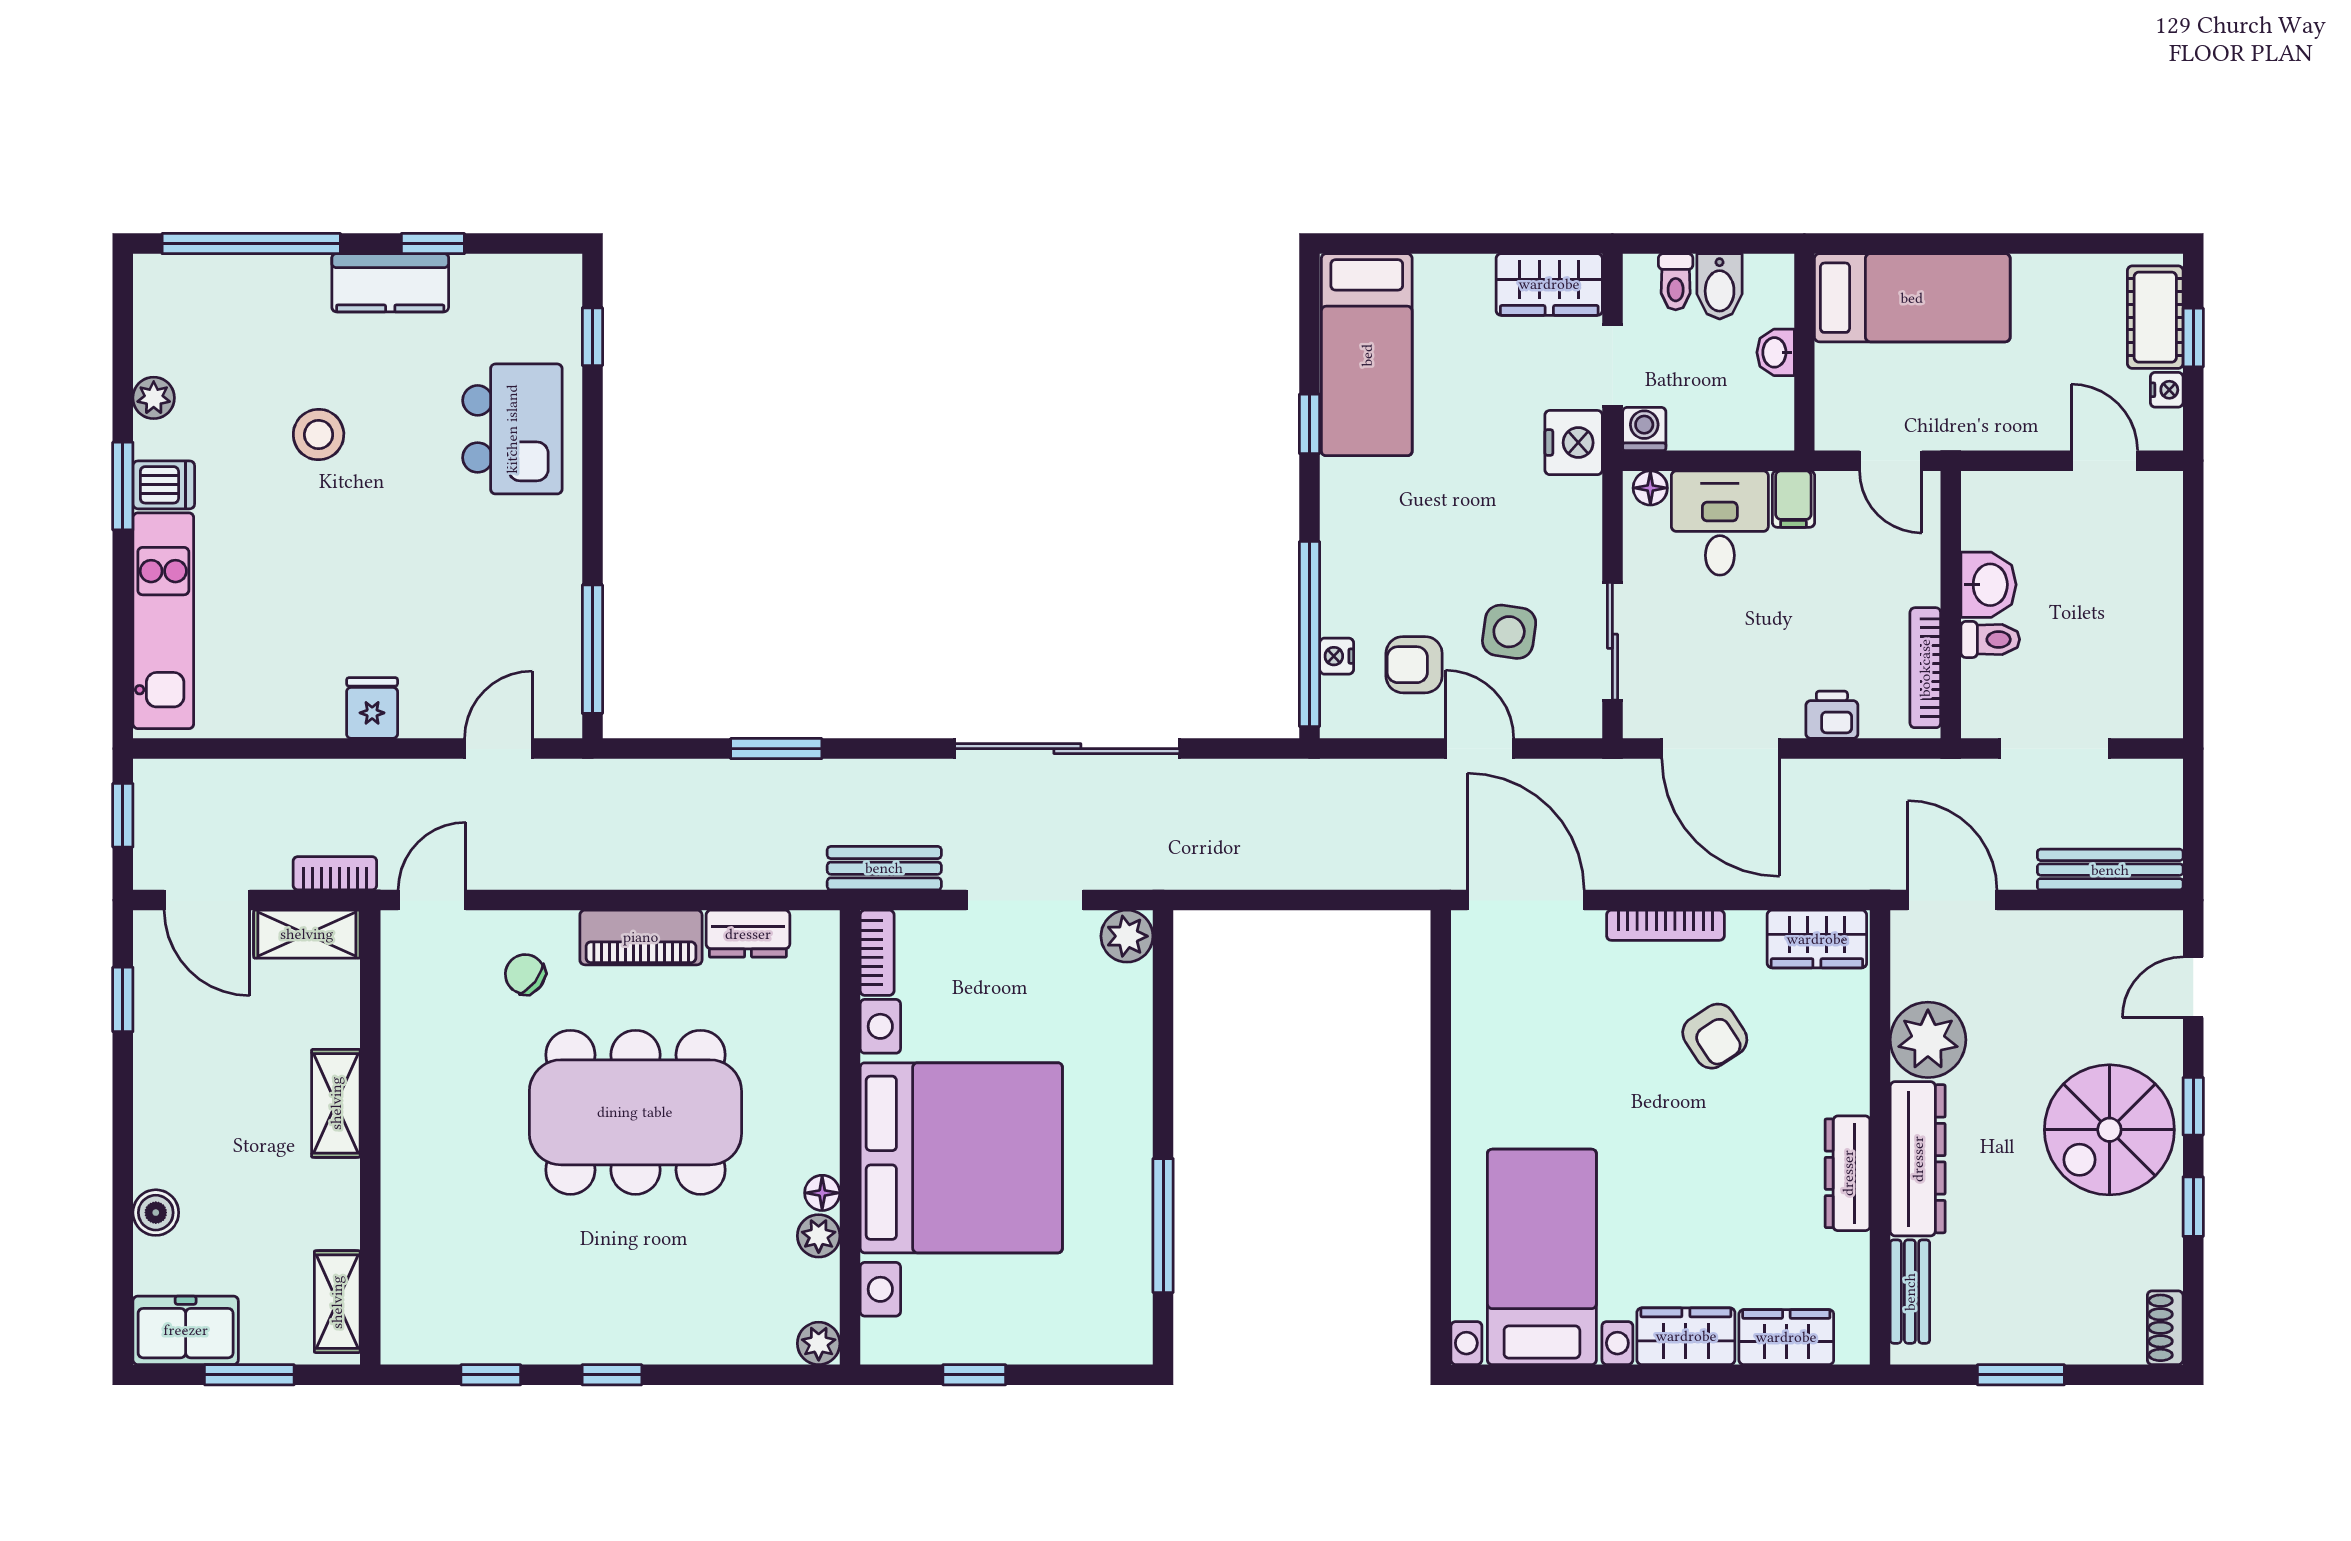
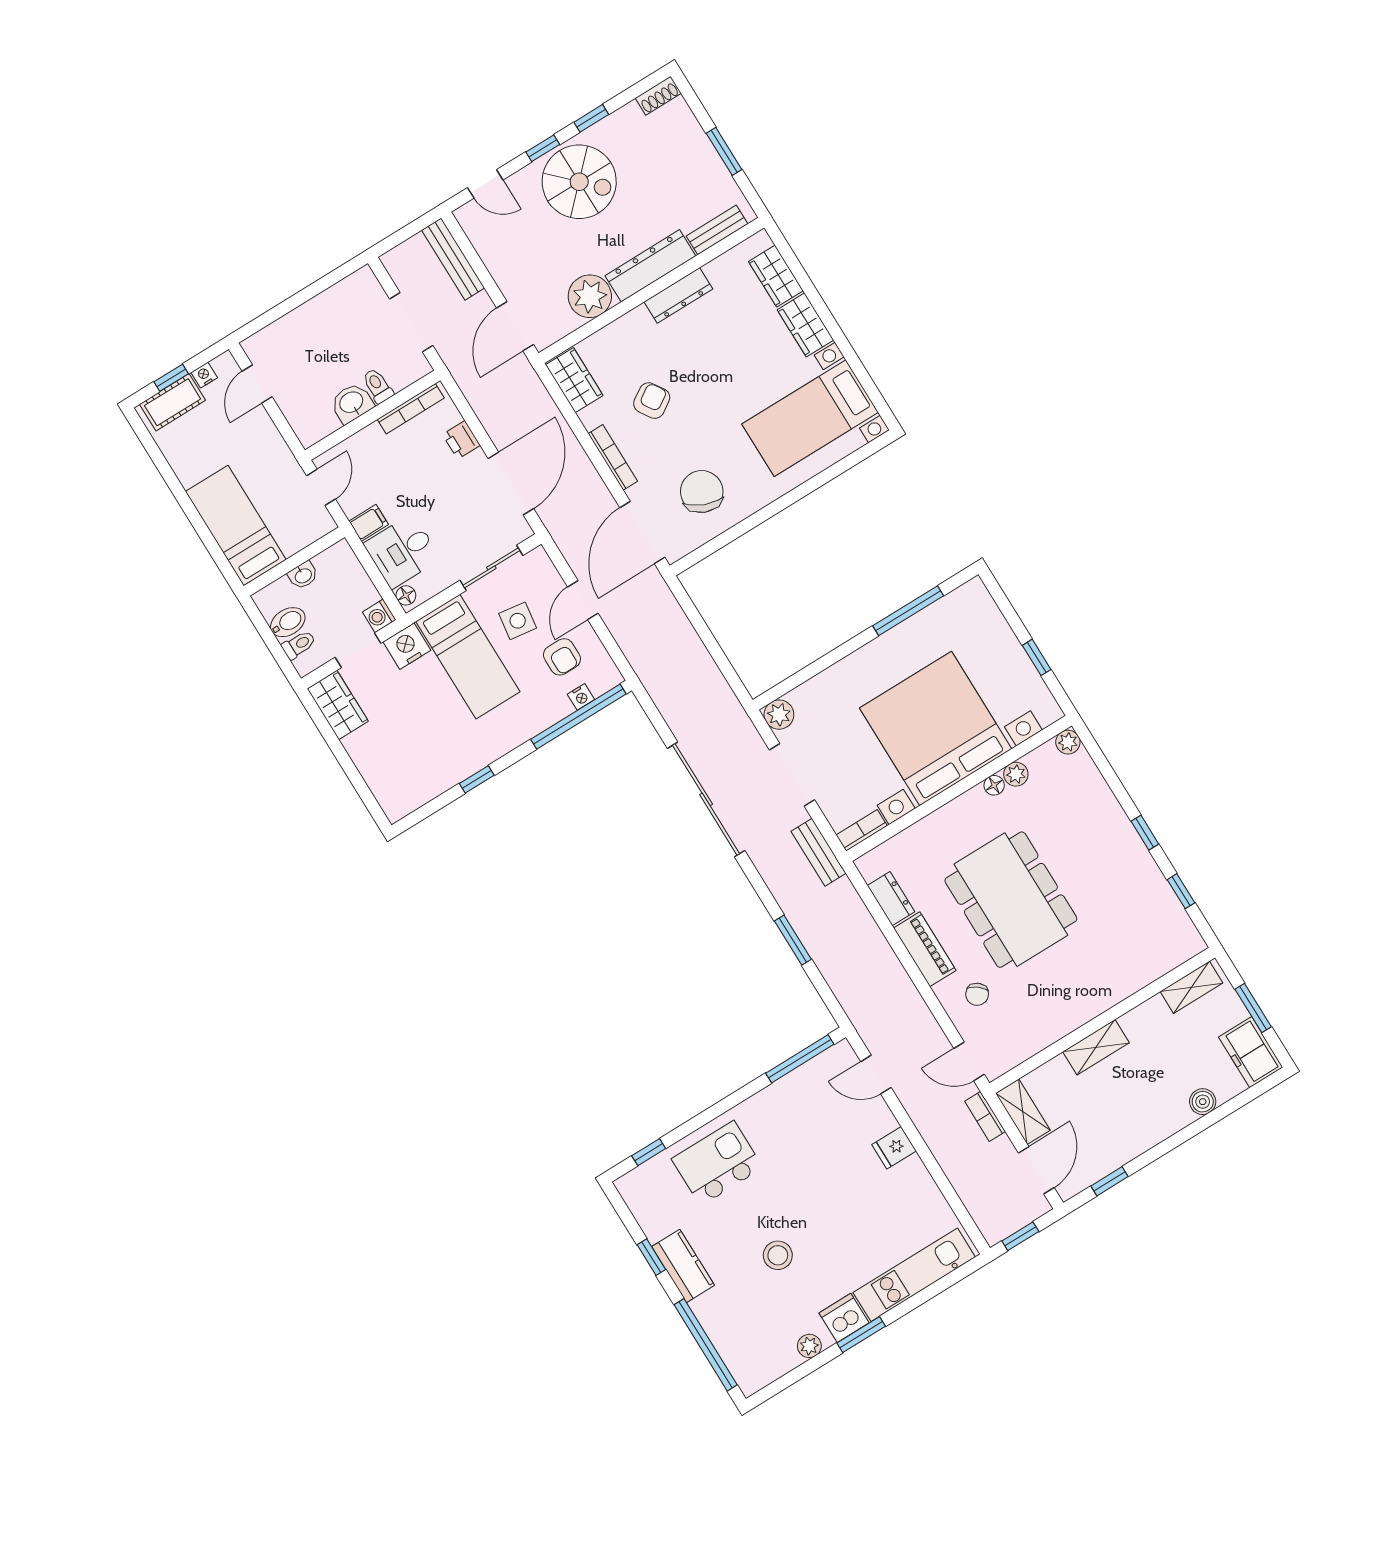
bed: (1367, 355) -> (468, 657), moved, turned 90
dishwasher: (164, 485) -> (844, 1318), width x1.38
chair: (1532, 1027) -> (702, 492), added

